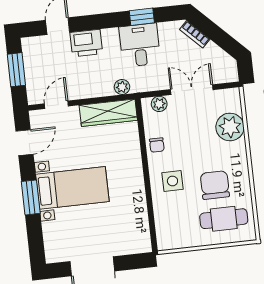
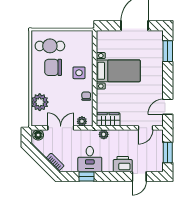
floor lamp: (227, 74) -> (38, 135), added
double door: (192, 90) -> (61, 128), swing flipped
wardrobe: (108, 113) -> (108, 119), width x0.67
chair: (215, 185) -> (53, 67), turned 90
bed with nightstands: (72, 188) -> (118, 71), moved, turned 180
window: (31, 197) -> (168, 51), moved

